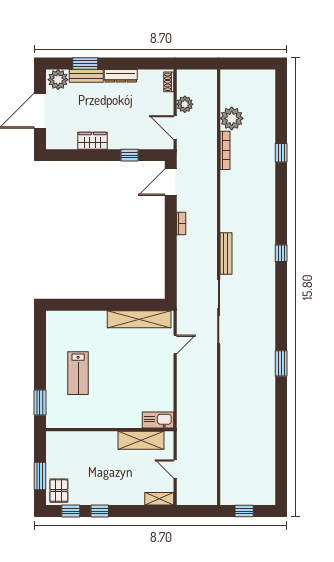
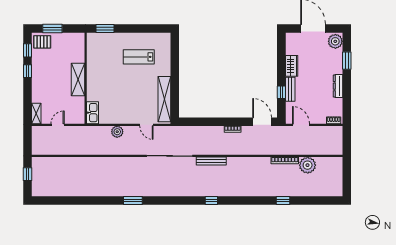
bench: (86, 76) -> (290, 89), moved
plant: (185, 104) -> (117, 132), moved
door: (175, 128) -> (301, 125), hinge flipped
lab bench: (78, 373) -> (139, 57), moved
shelving: (141, 440) -> (78, 80), moved

